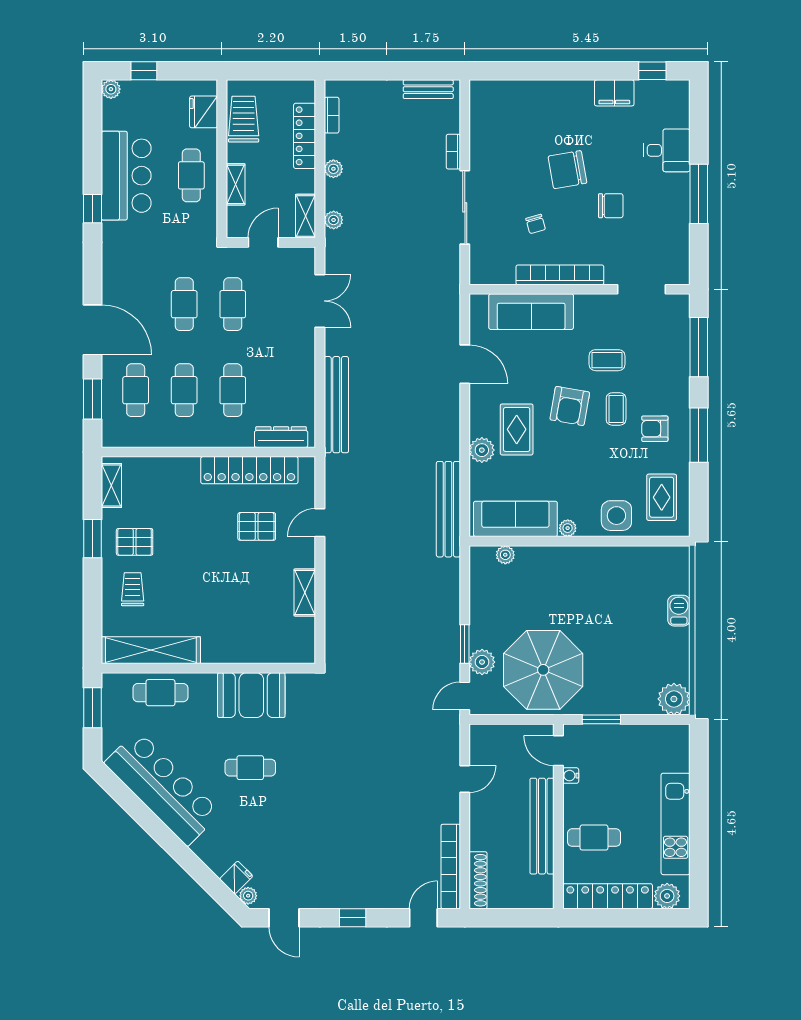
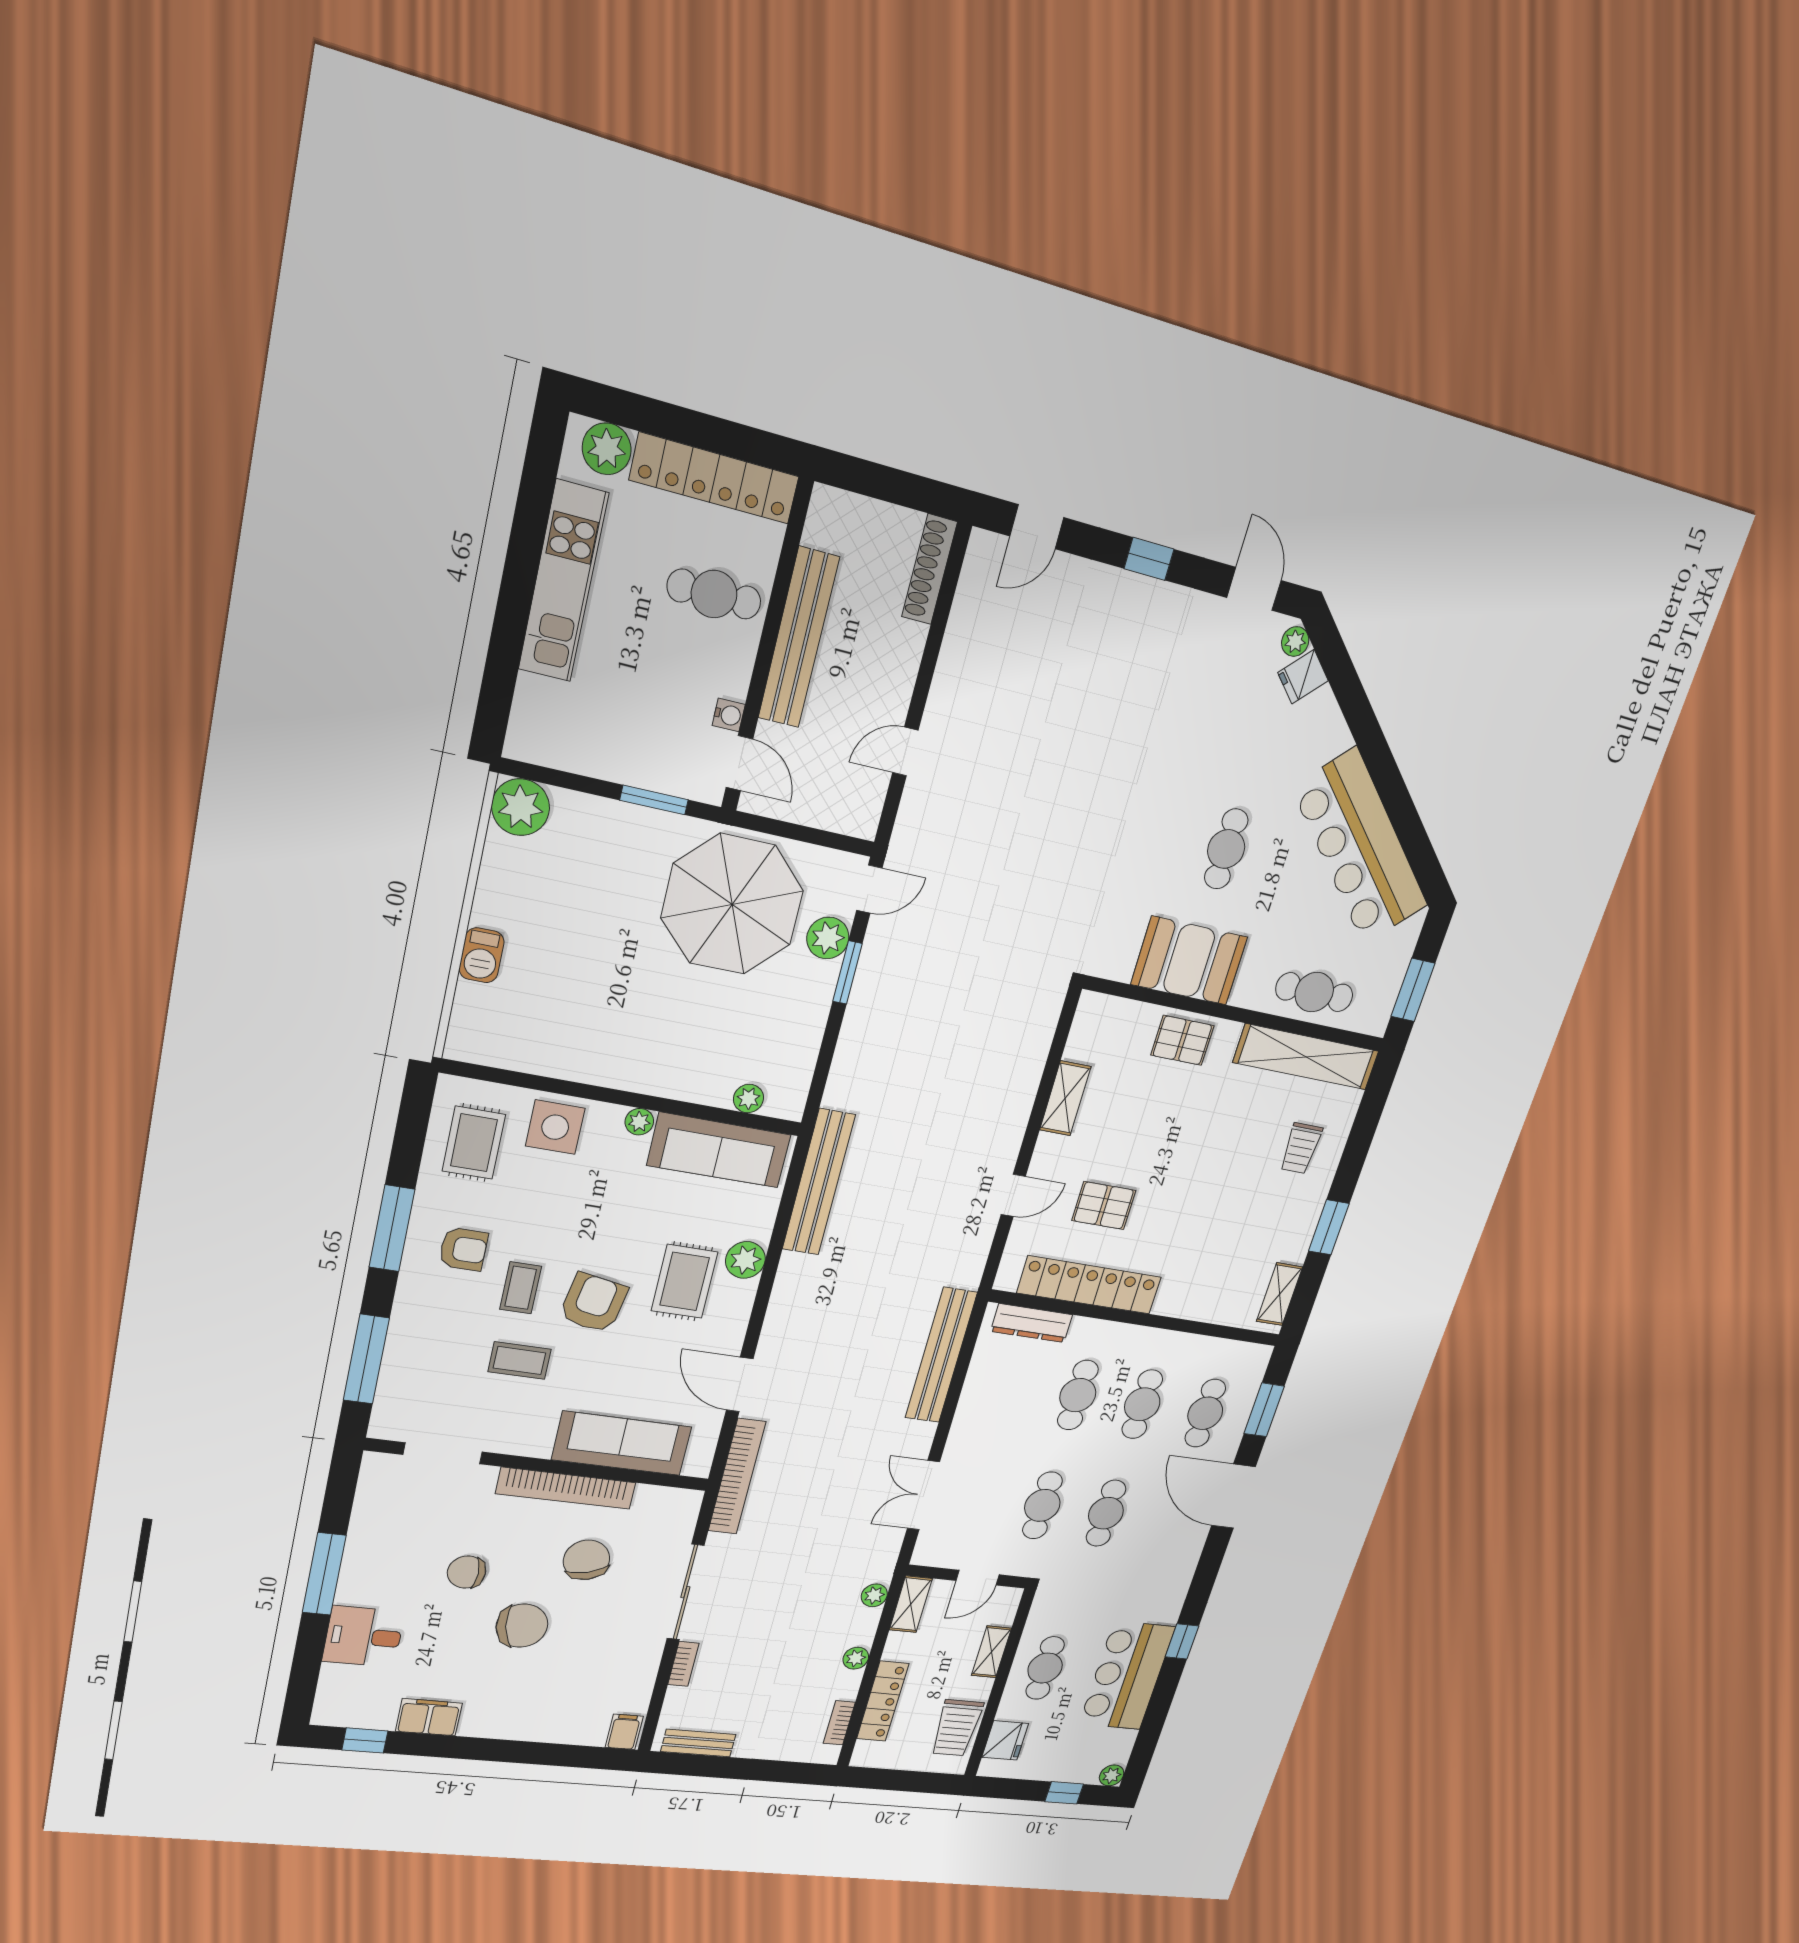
filing cabinet: (482, 94) -> (624, 1732), added
chair: (536, 224) -> (587, 1560), width x1.87, depth x1.87
pallet: (135, 542) -> (1182, 1040), moved
cafe table: (250, 768) -> (1226, 849), turned 90
bookcase: (451, 866) -> (737, 1476), moved

